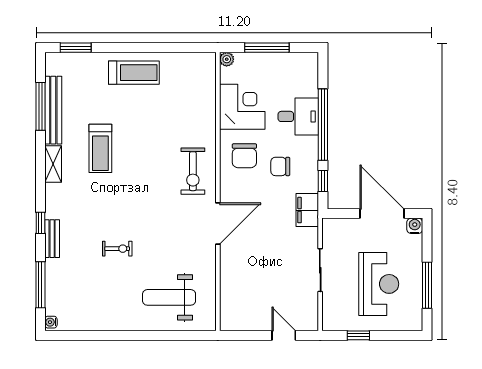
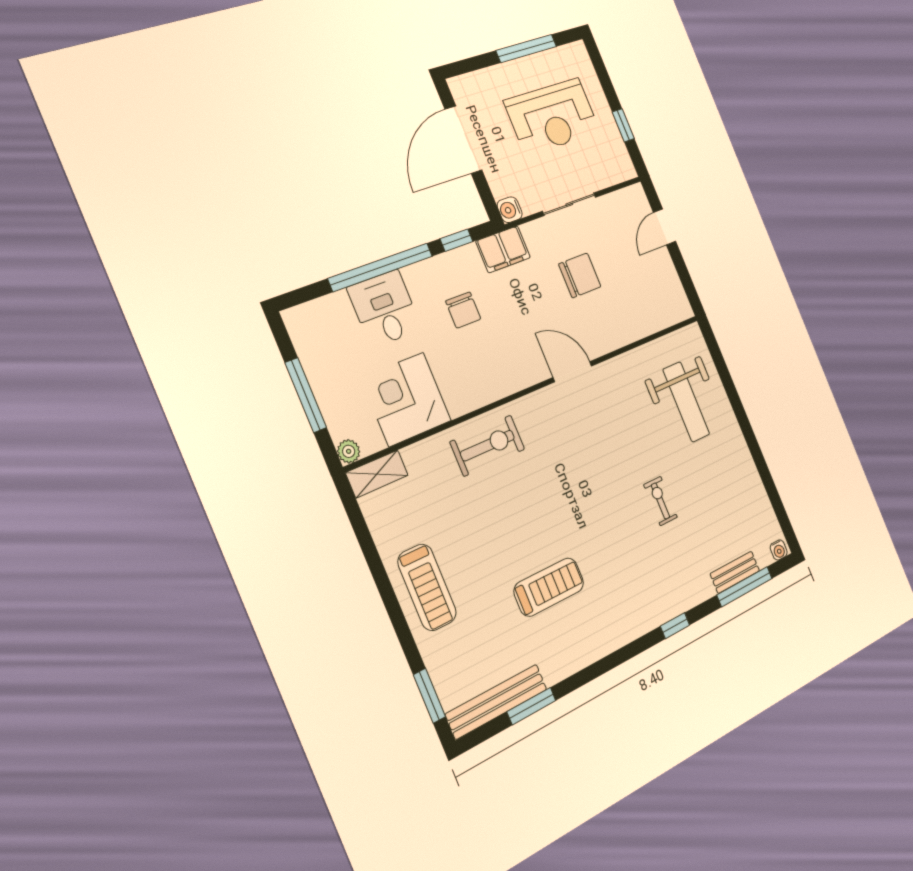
treadmill: (134, 73) -> (427, 587), turned 180
window: (40, 106) -> (531, 706), width x0.69
bench: (53, 110) -> (497, 701), moved
chair: (244, 156) -> (580, 275), moved
shelving: (53, 164) -> (377, 474), moved
exercise bike: (193, 171) -> (487, 446), moved
door: (218, 224) -> (572, 372), width x0.73
water cooler: (415, 226) -> (510, 210), moved
bench: (52, 239) -> (735, 572), moved
reception desk: (379, 284) -> (552, 117), turned 180

